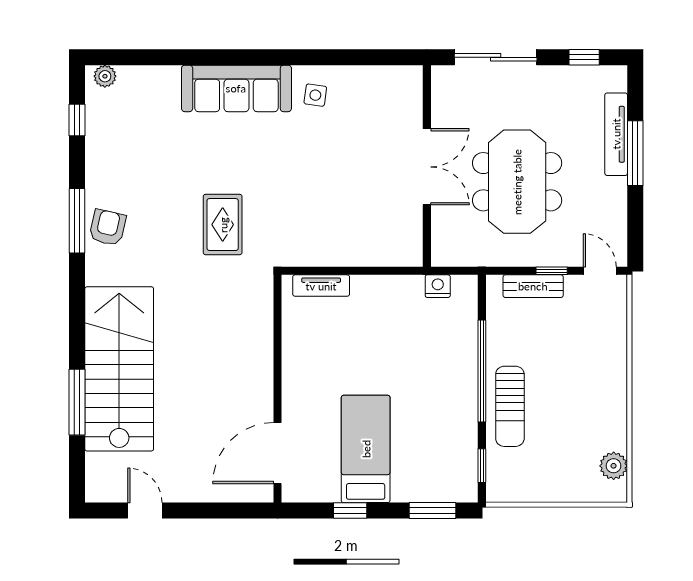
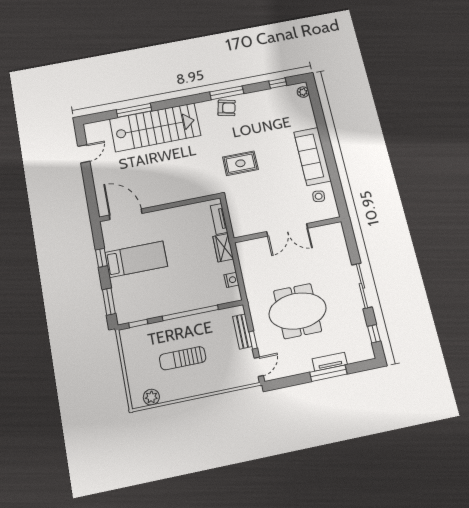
tv unit: (616, 134) -> (330, 362), width x0.71
wall: (427, 166) -> (288, 230), moved
double door: (427, 167) -> (287, 230), moved
wardrobe: (376, 289) -> (223, 248), added
sun lounger: (510, 406) -> (183, 358), moved

